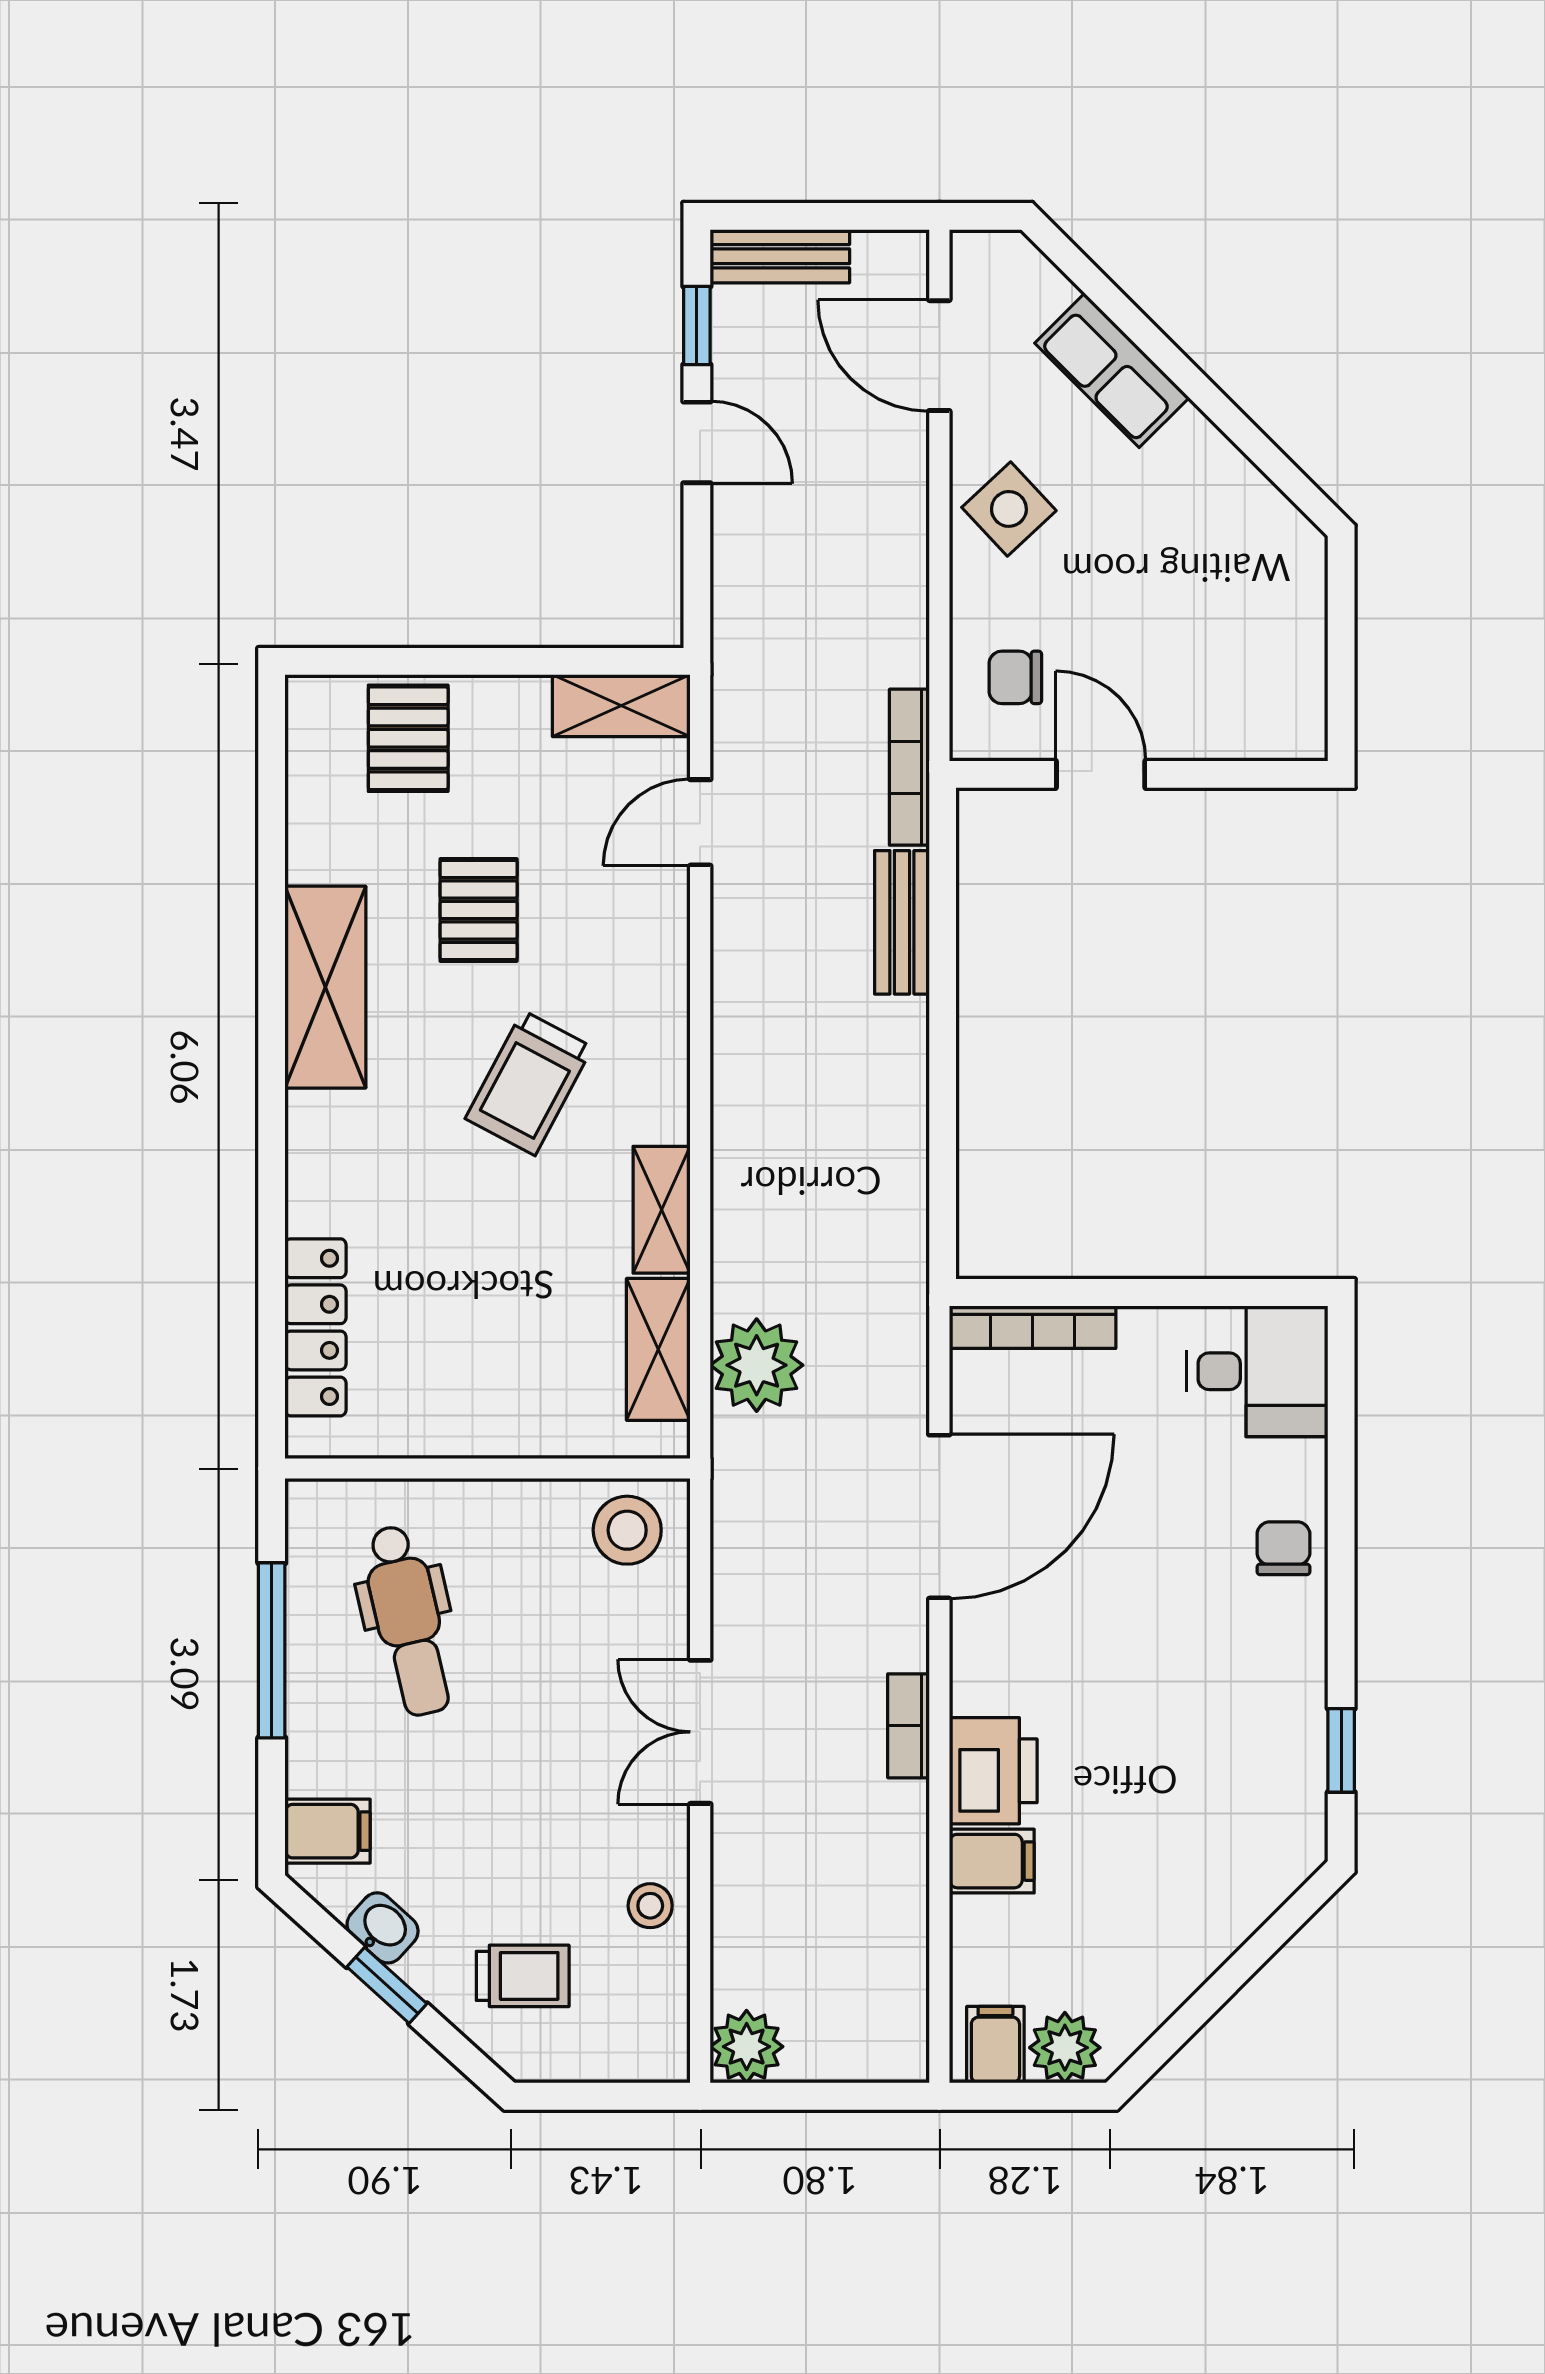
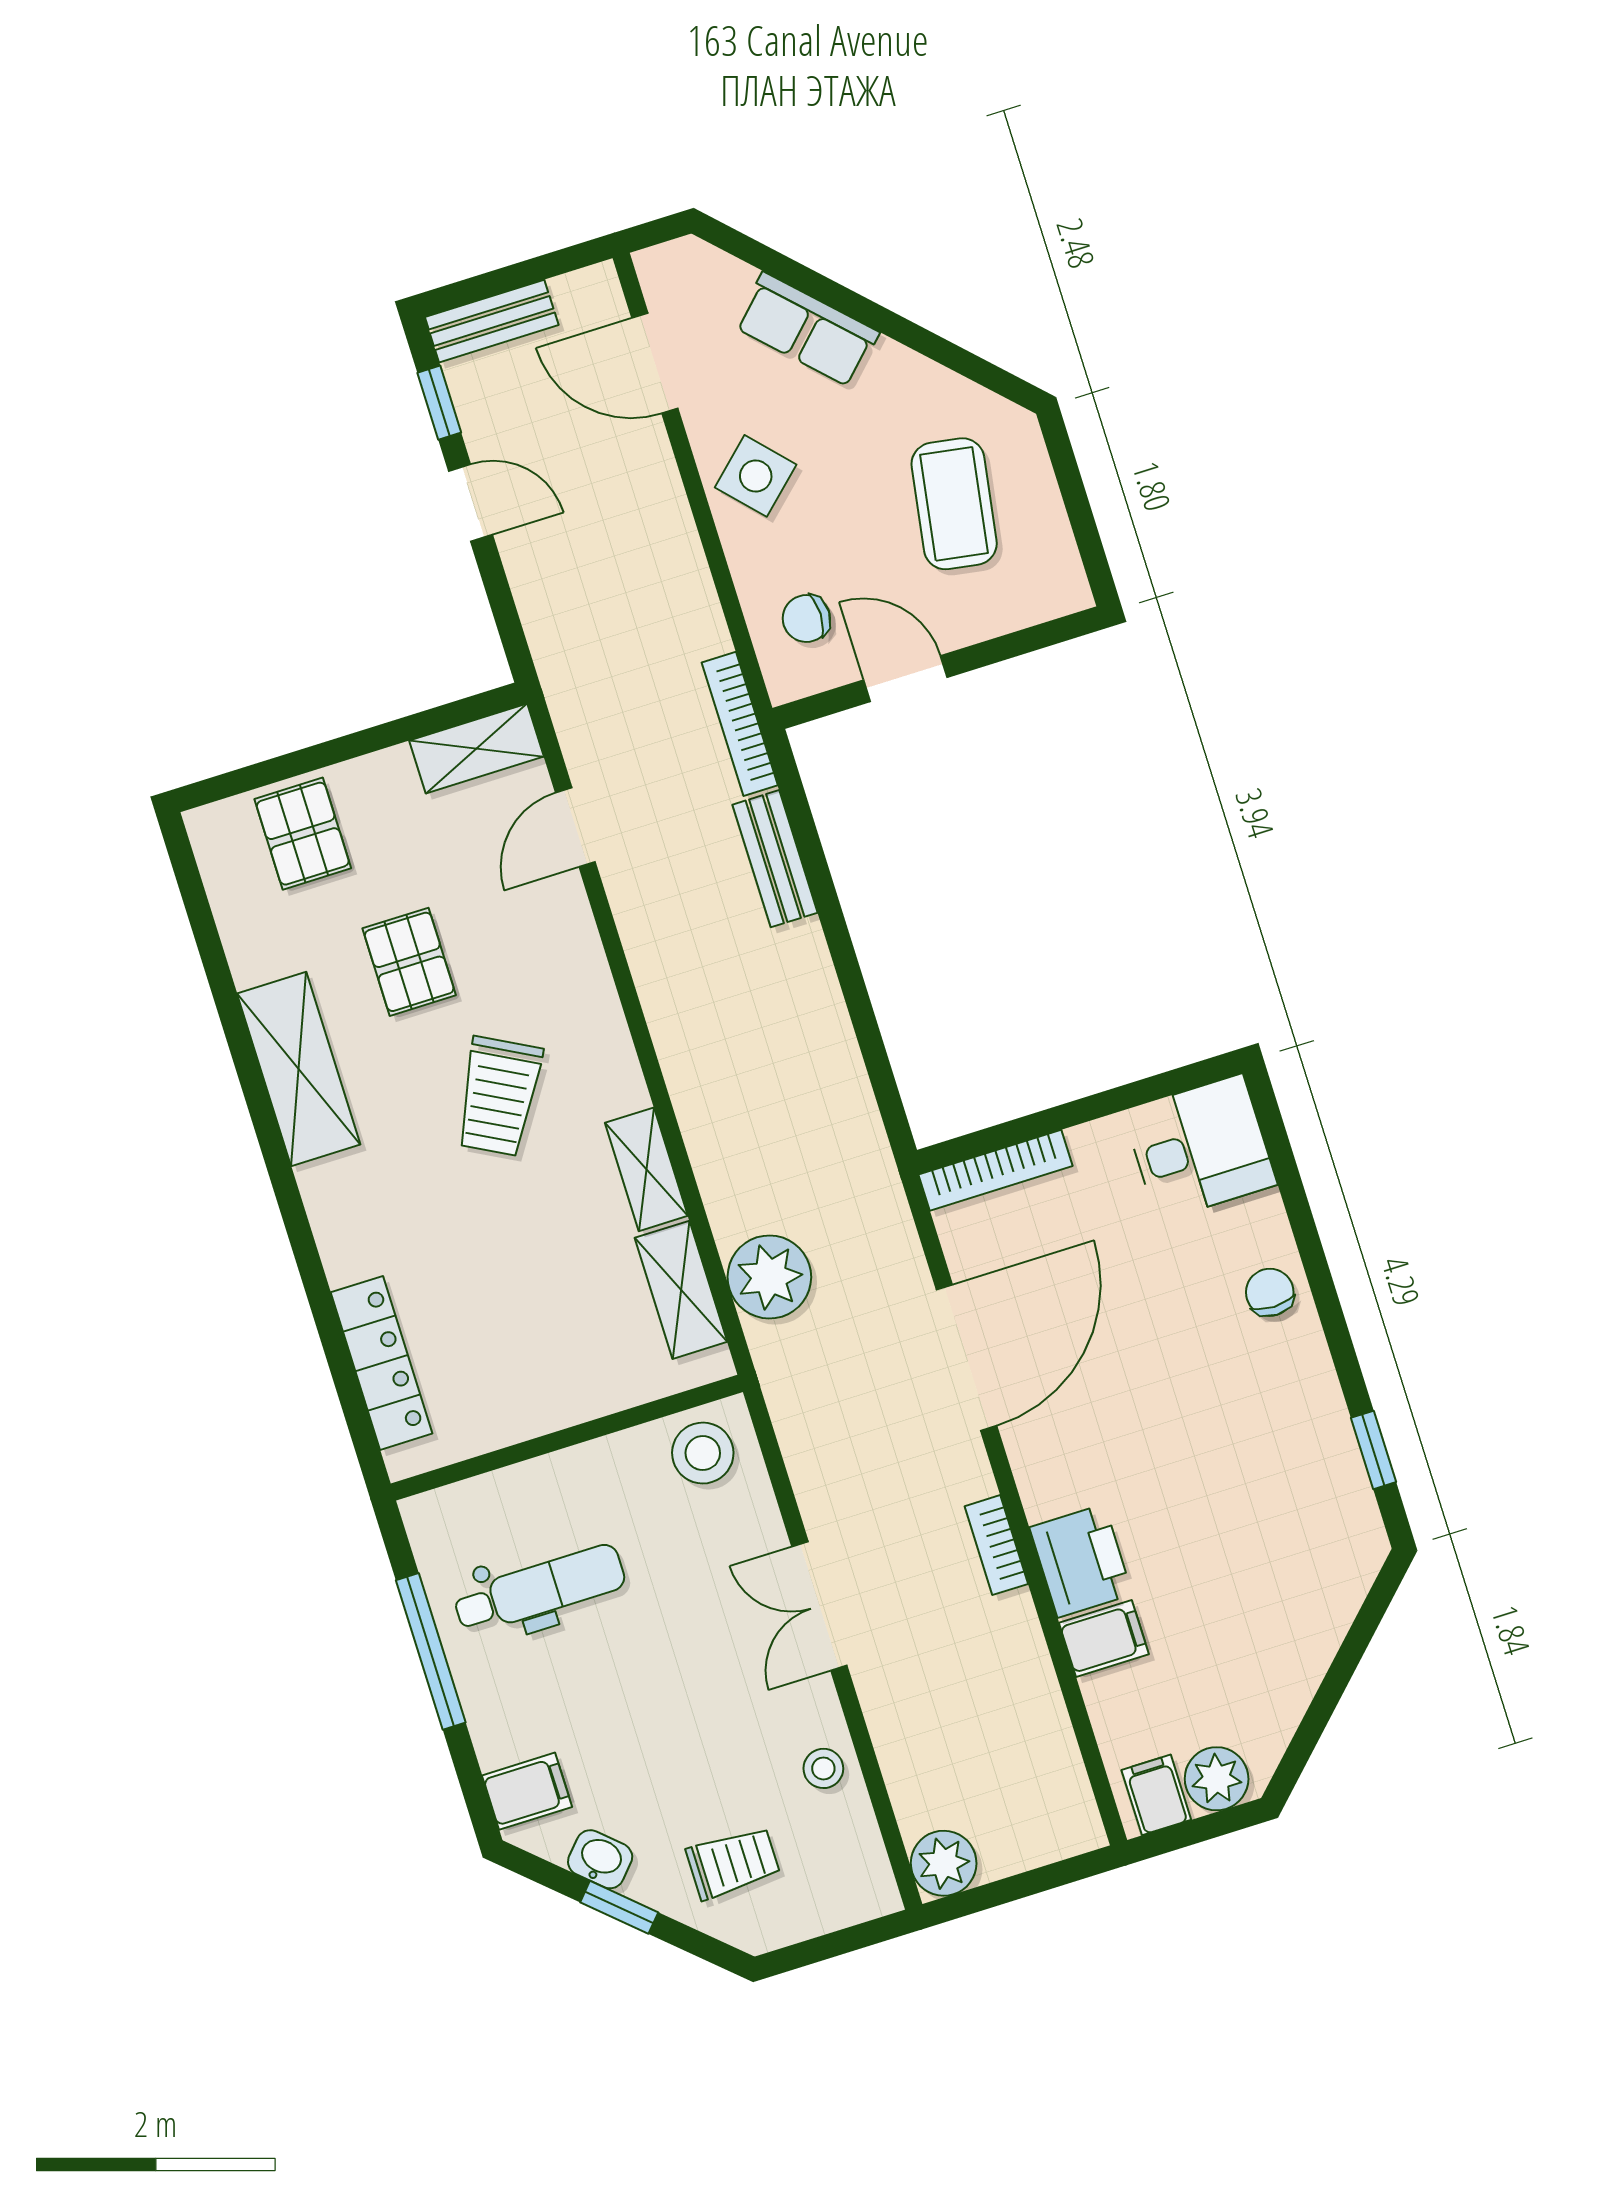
coffee table: (1211, 605) -> (954, 504), added
dental chair: (408, 1621) -> (539, 1589), turned -77

